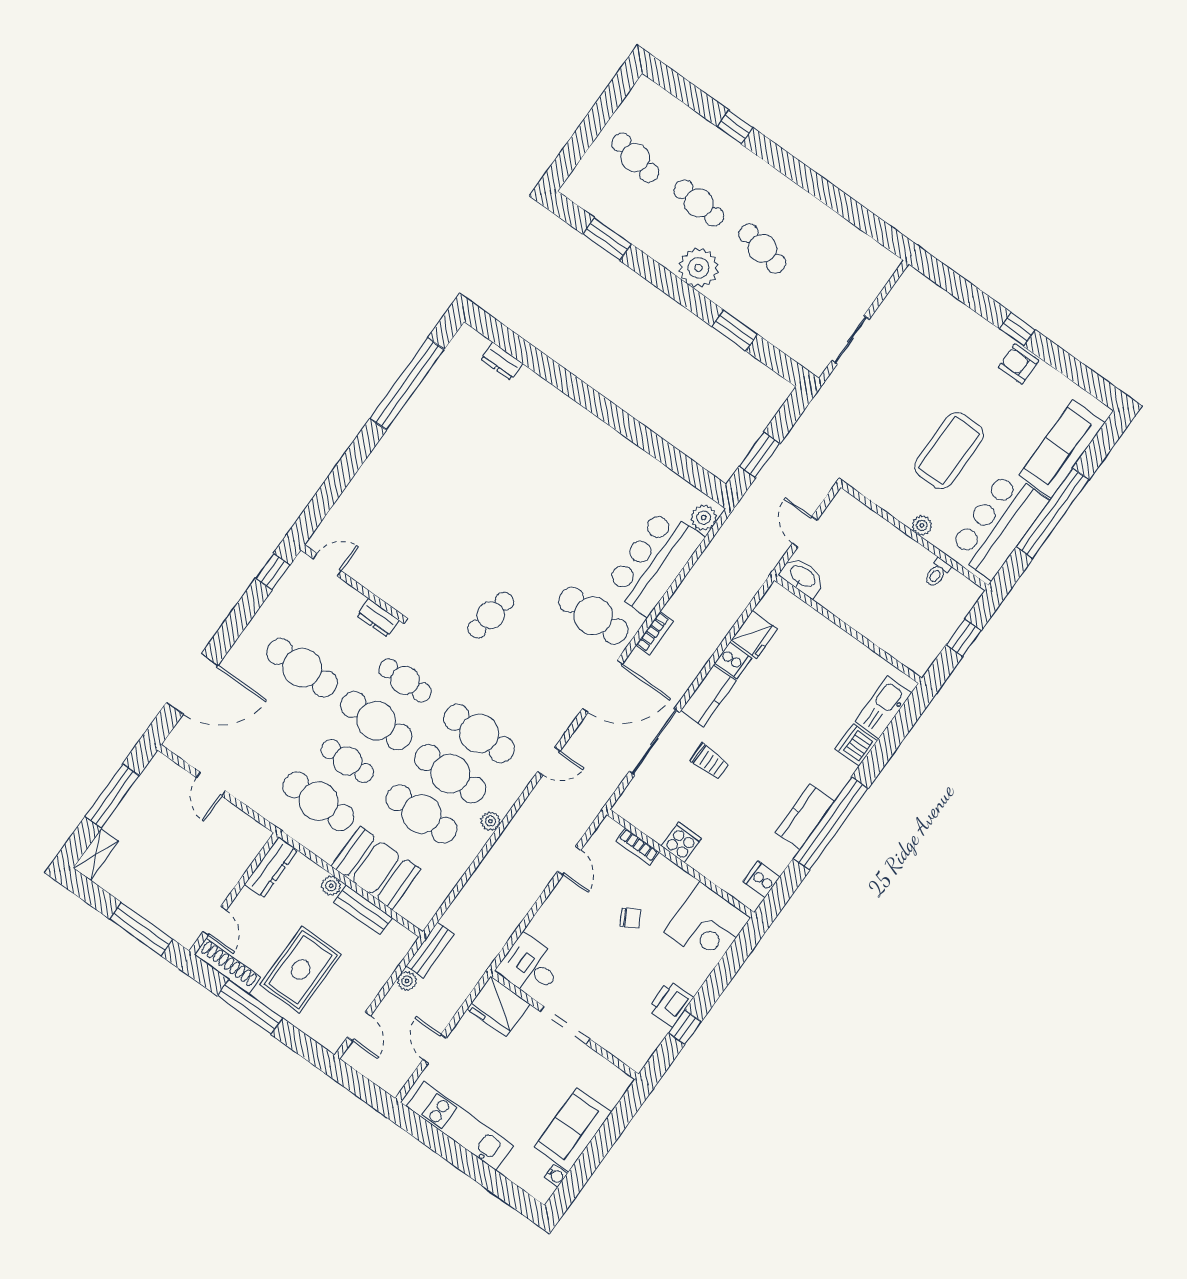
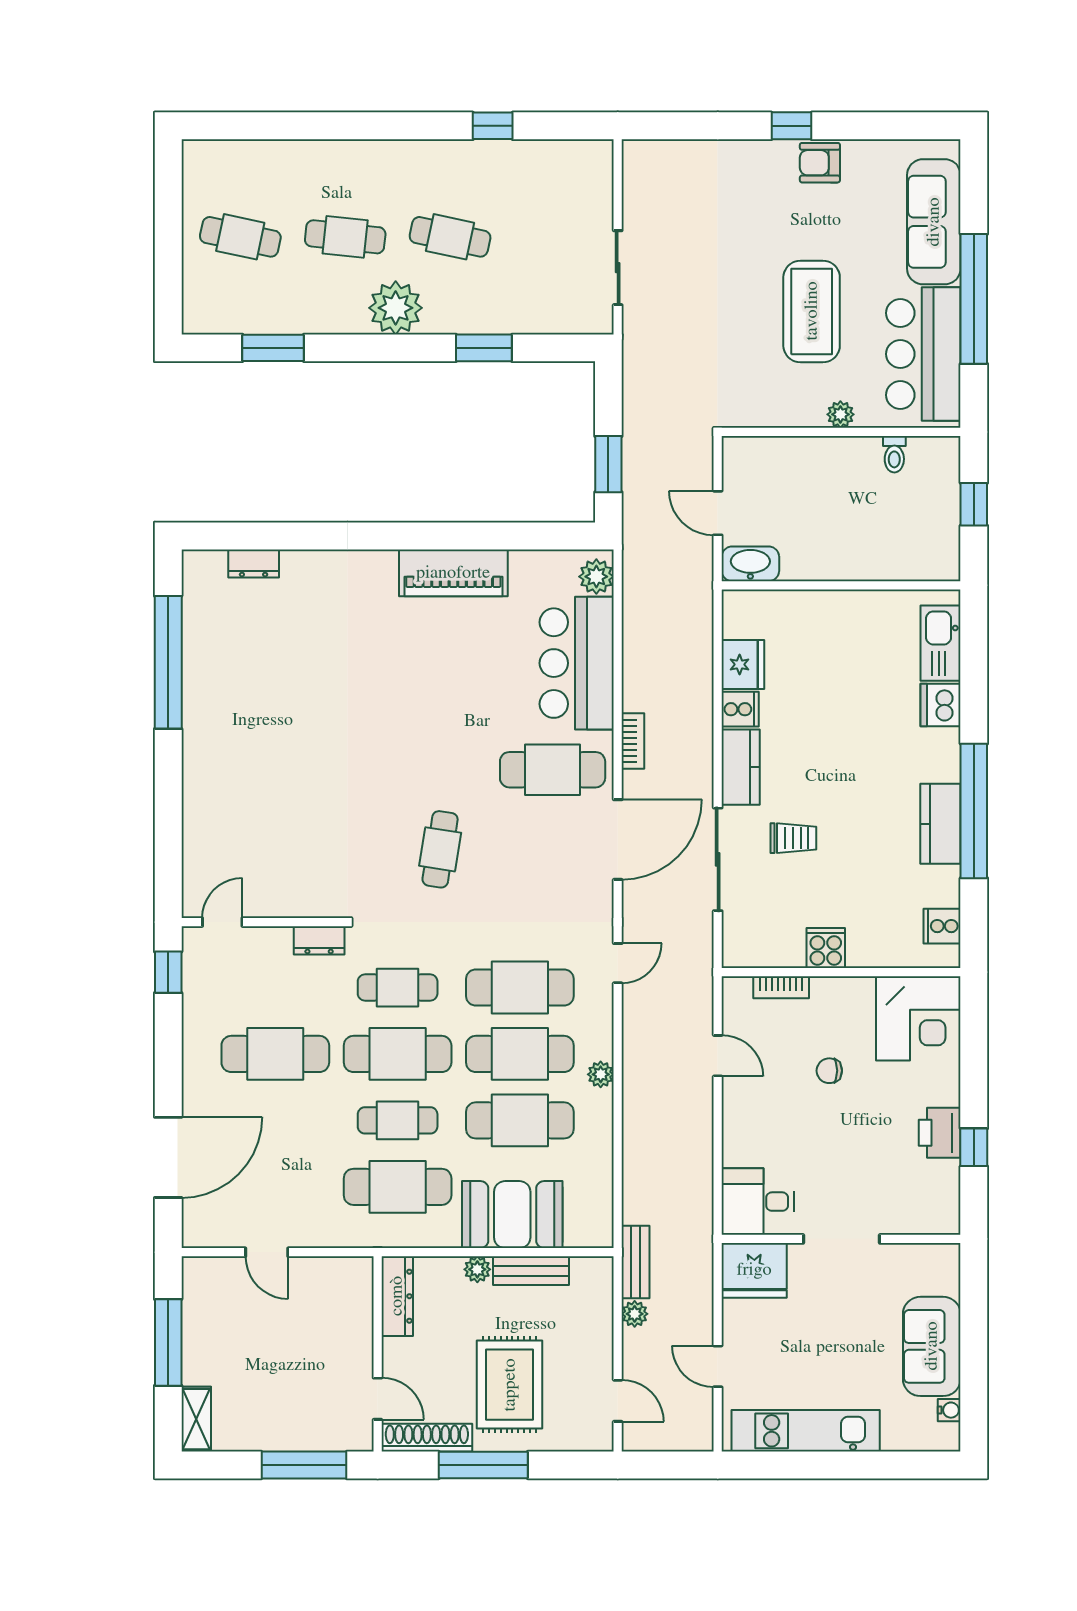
window: (735, 127) -> (493, 126), moved
piano: (619, 453) -> (453, 573), added
chair: (630, 918) -> (829, 1071), turned -151

